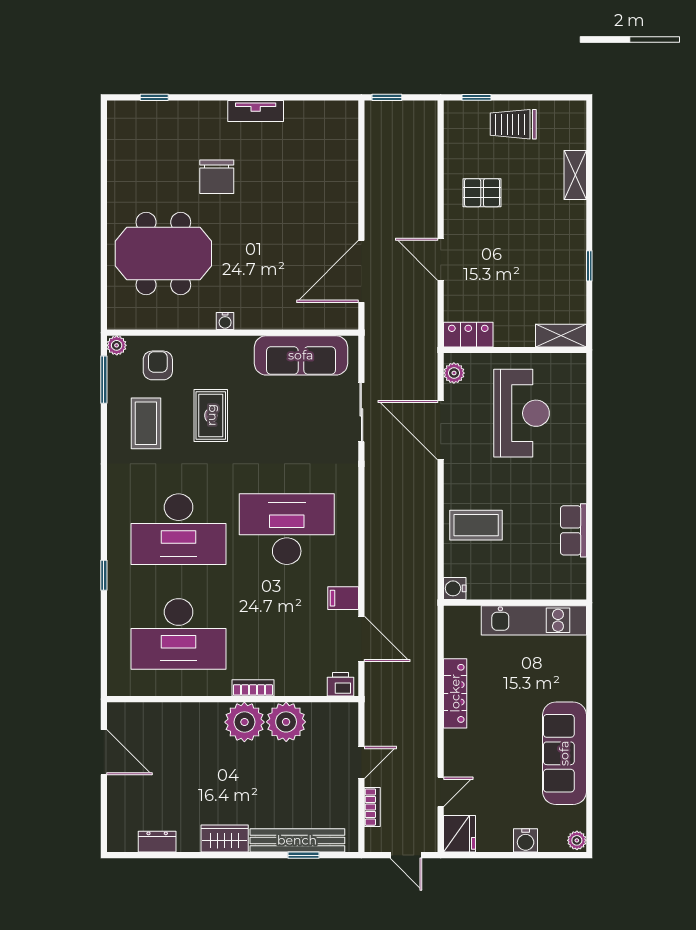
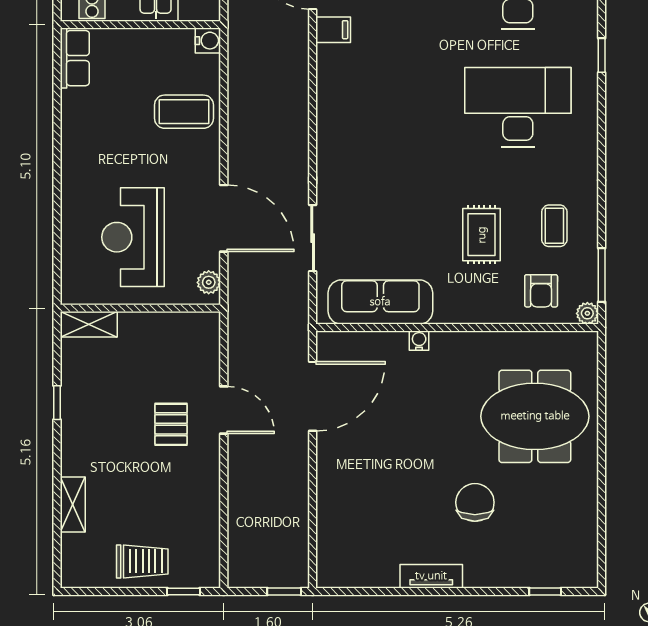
pallet: (482, 193) -> (171, 424), moved, turned 90
water cooler: (225, 321) -> (419, 341), moved
locker: (468, 335) -> (193, 325), removed
coffee table: (146, 423) -> (554, 226), width x0.73, depth x0.77
desk: (287, 529) -> (396, 107), removed
row of seats: (573, 530) -> (75, 58), moved

